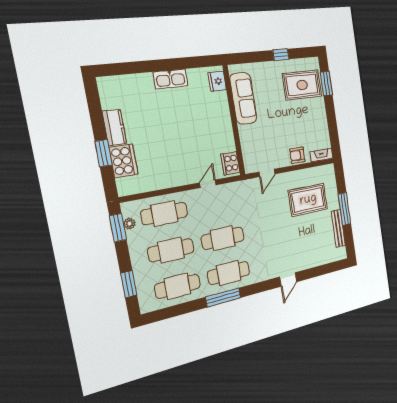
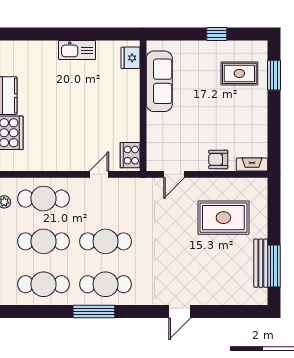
rug: (302, 85) -> (239, 73), width x0.73, depth x0.70
window: (344, 209) -> (274, 266), moved

